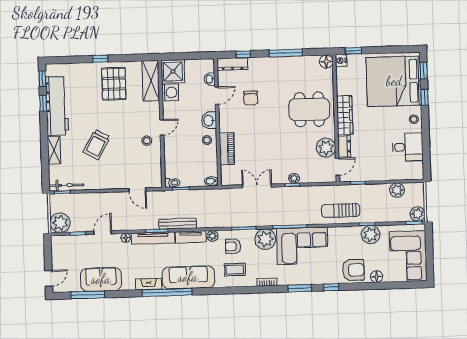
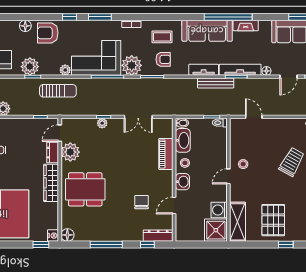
washbasin: (210, 79) -> (183, 140), moved, width x1.91, depth x1.45
plant: (212, 236) -> (65, 70), moved

